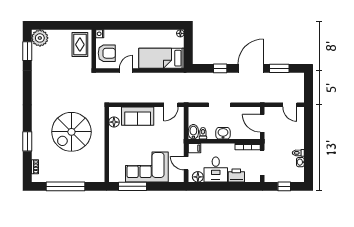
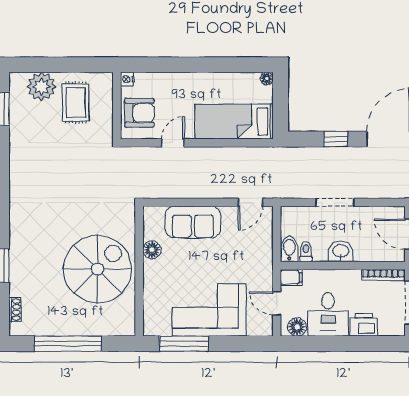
plant: (40, 38) -> (41, 86), moved
rug: (80, 45) -> (76, 103), moved
floor lamp: (114, 122) -> (152, 250), moved
spiral stairs: (71, 132) -> (97, 269), moved, turned 180

